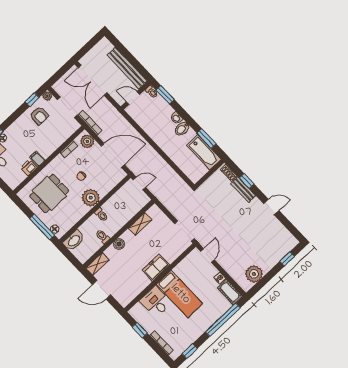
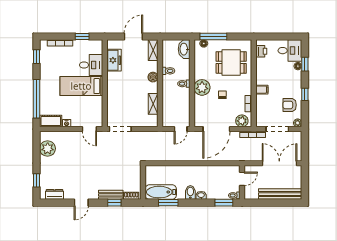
bench: (127, 68) -> (280, 194), moved
window: (32, 100) -> (305, 94), moved
filing cabinet: (37, 159) -> (262, 90), moved
printer: (29, 168) -> (261, 51), moved
dining table: (49, 193) -> (231, 62), turned 90
dresser: (285, 234) -> (55, 194), added
freezer: (156, 268) -> (114, 60), moved

